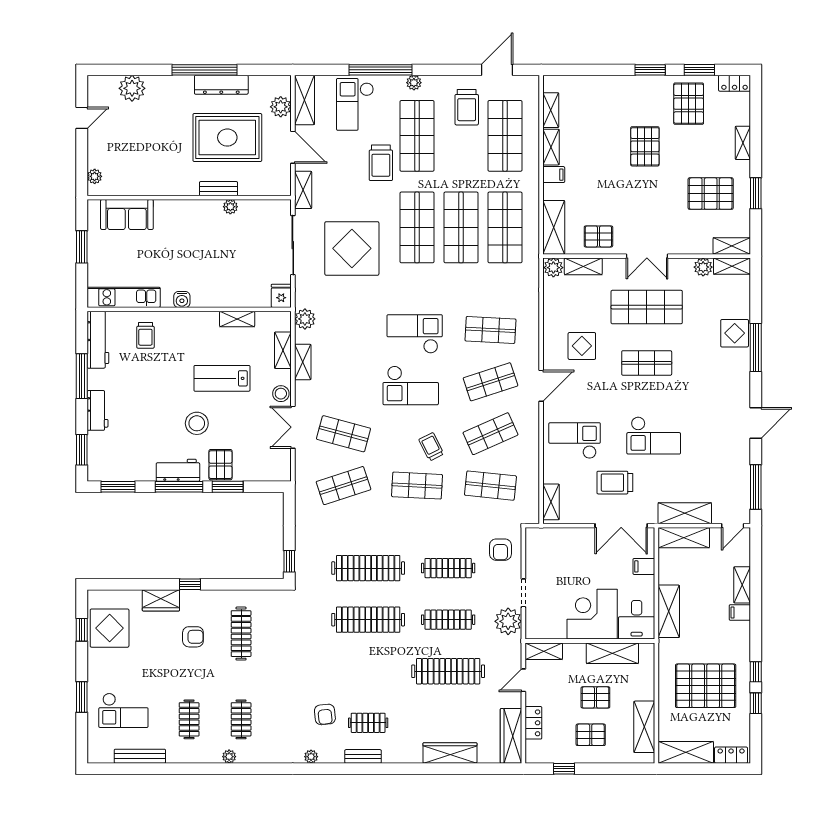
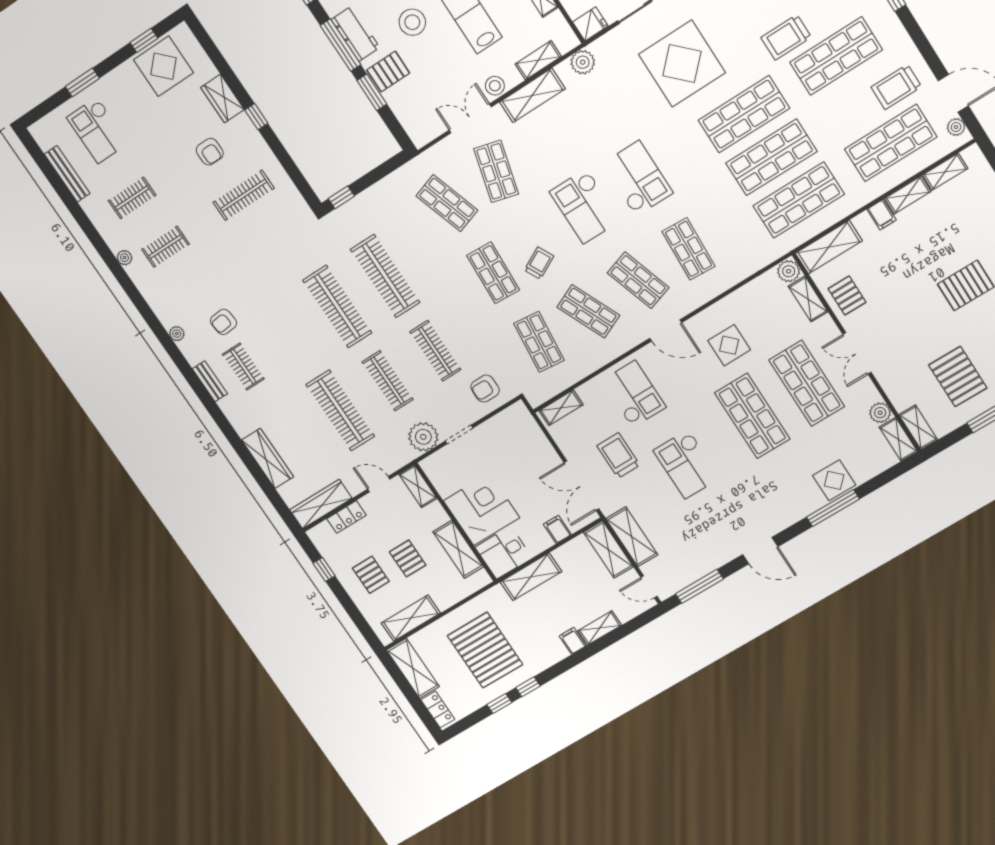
plant: (414, 83) -> (956, 127), moved
shelving: (303, 362) -> (532, 95), width x1.50, depth x1.33
shop shelf: (647, 363) -> (752, 416), width x1.43, depth x1.36

